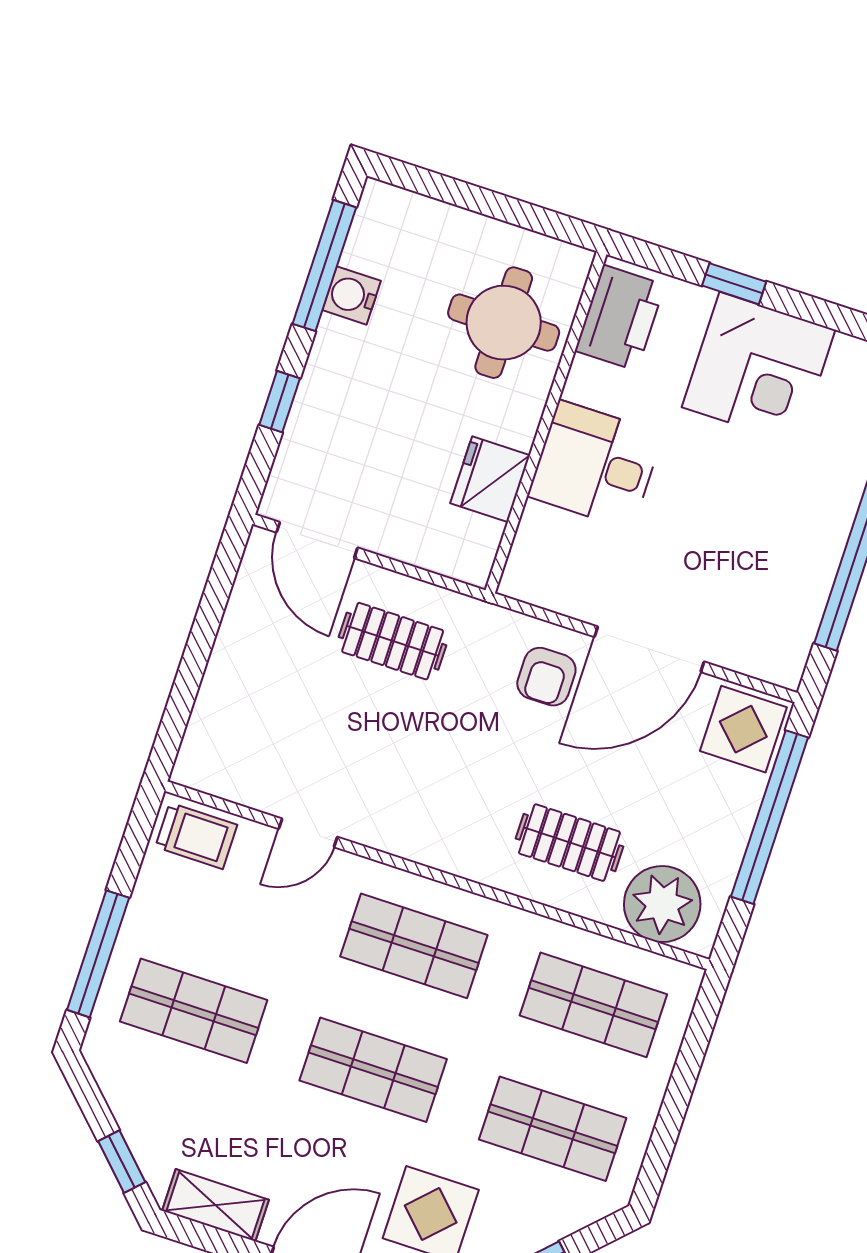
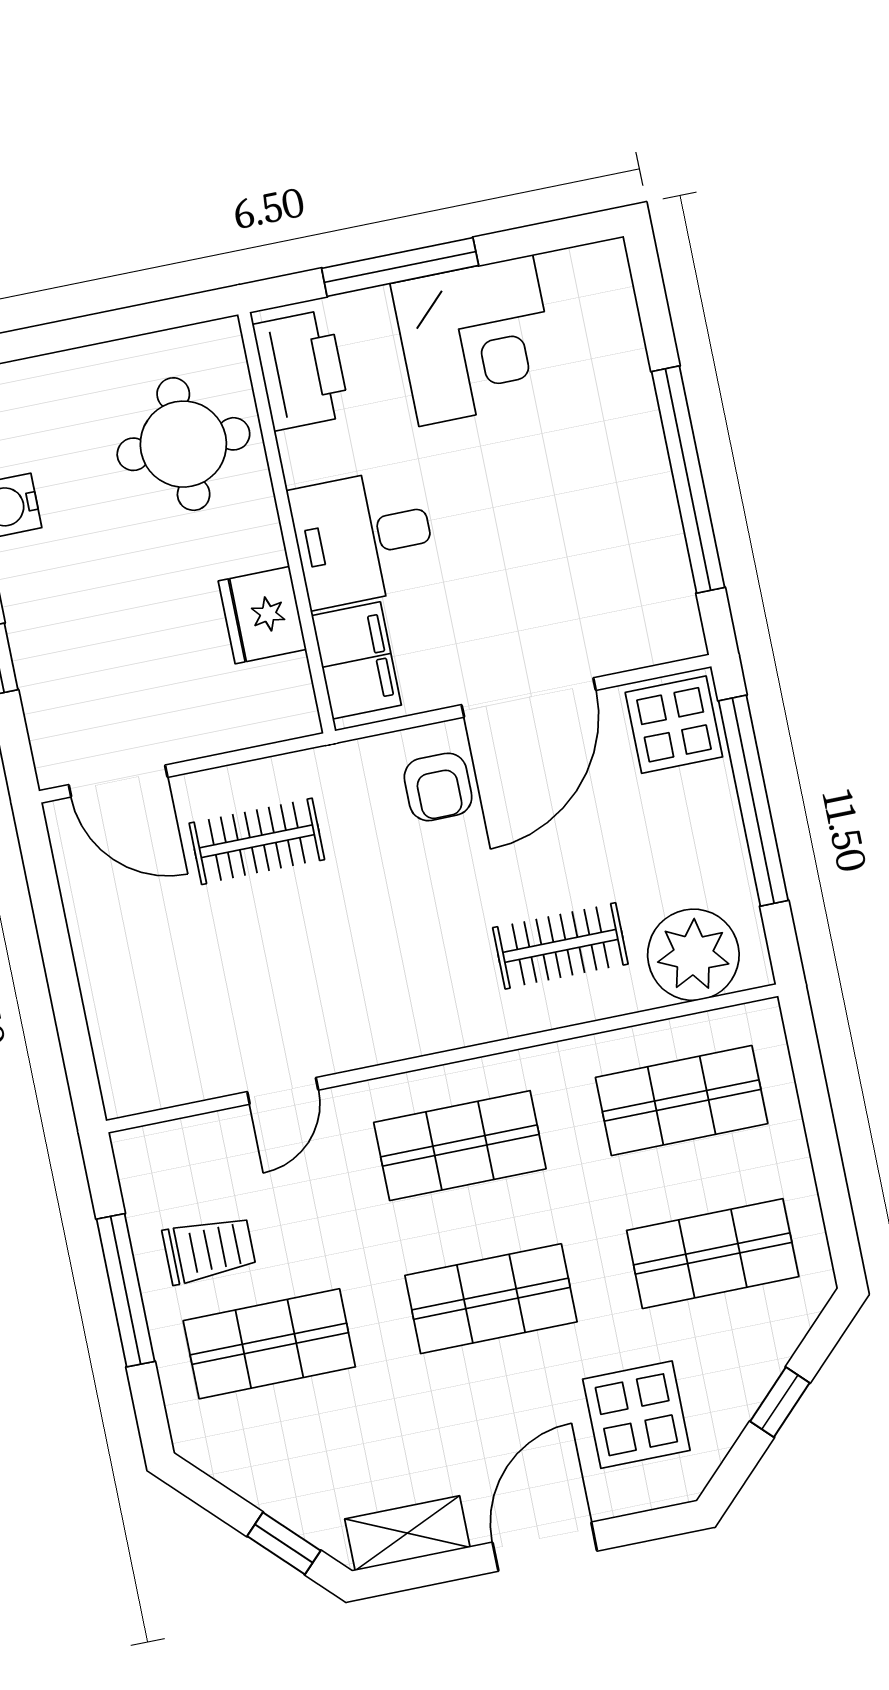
window: (734, 284) -> (400, 267), width x2.17
filing cabinet: (540, 551) -> (356, 660), added
trolley: (196, 836) -> (209, 1250), moved
window: (98, 954) -> (126, 1290), moved

